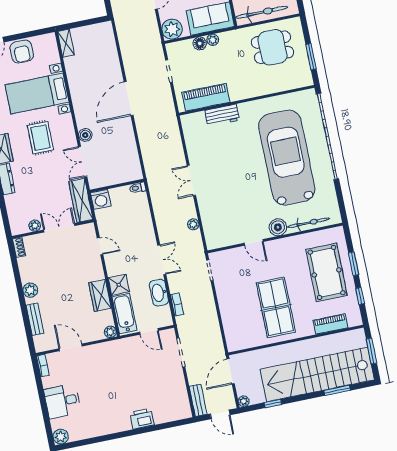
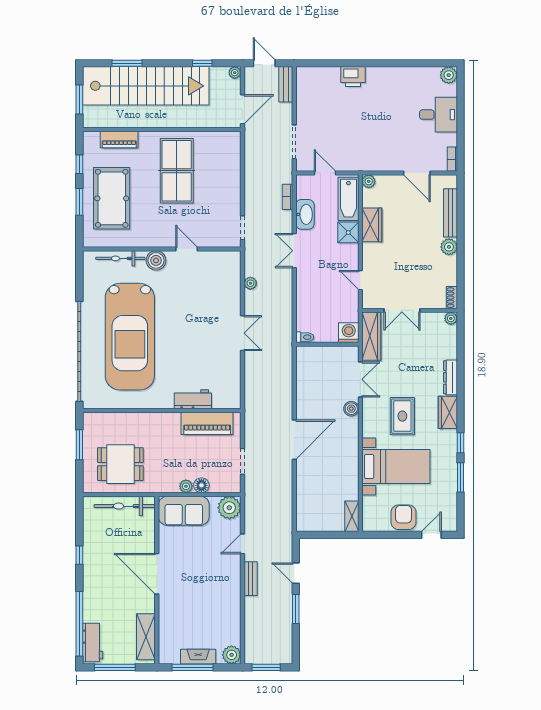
plant: (35, 226) -> (451, 318), moved
bench: (35, 319) -> (450, 213), width x1.36

